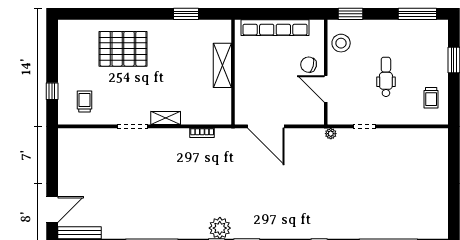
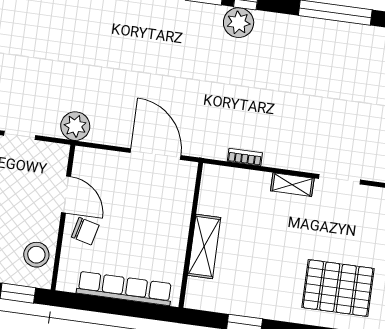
plant: (331, 134) -> (75, 126), width x1.88, depth x1.88

